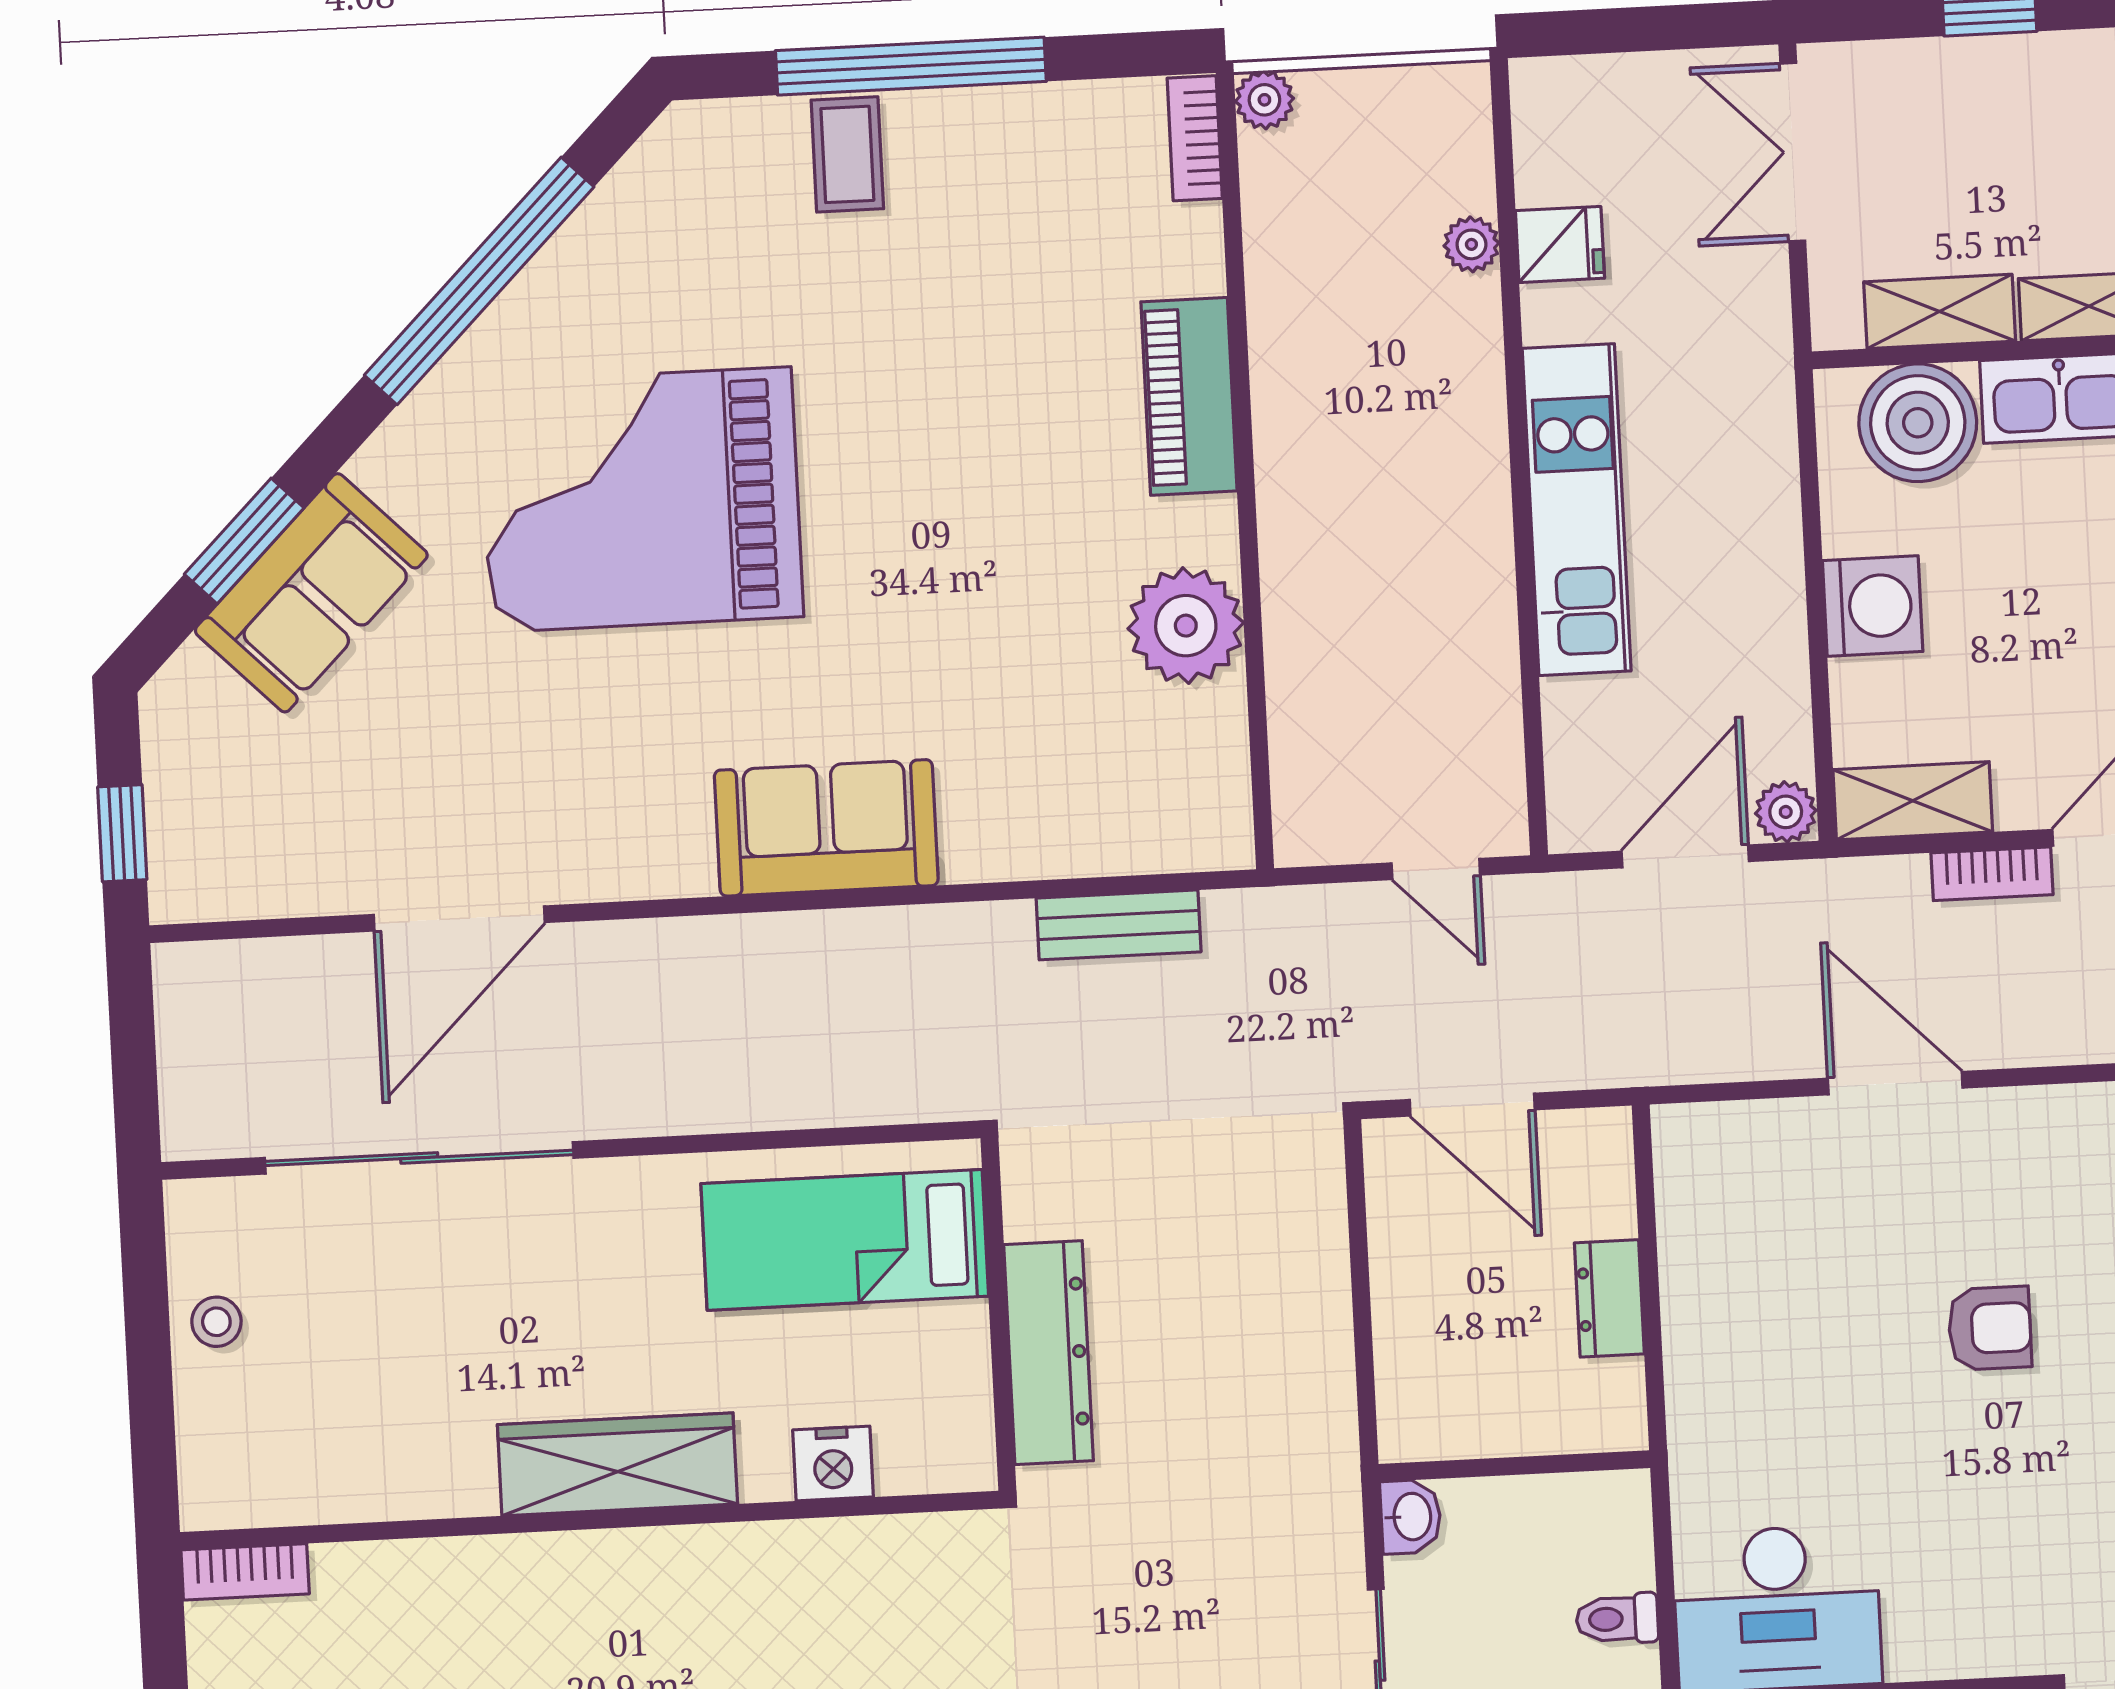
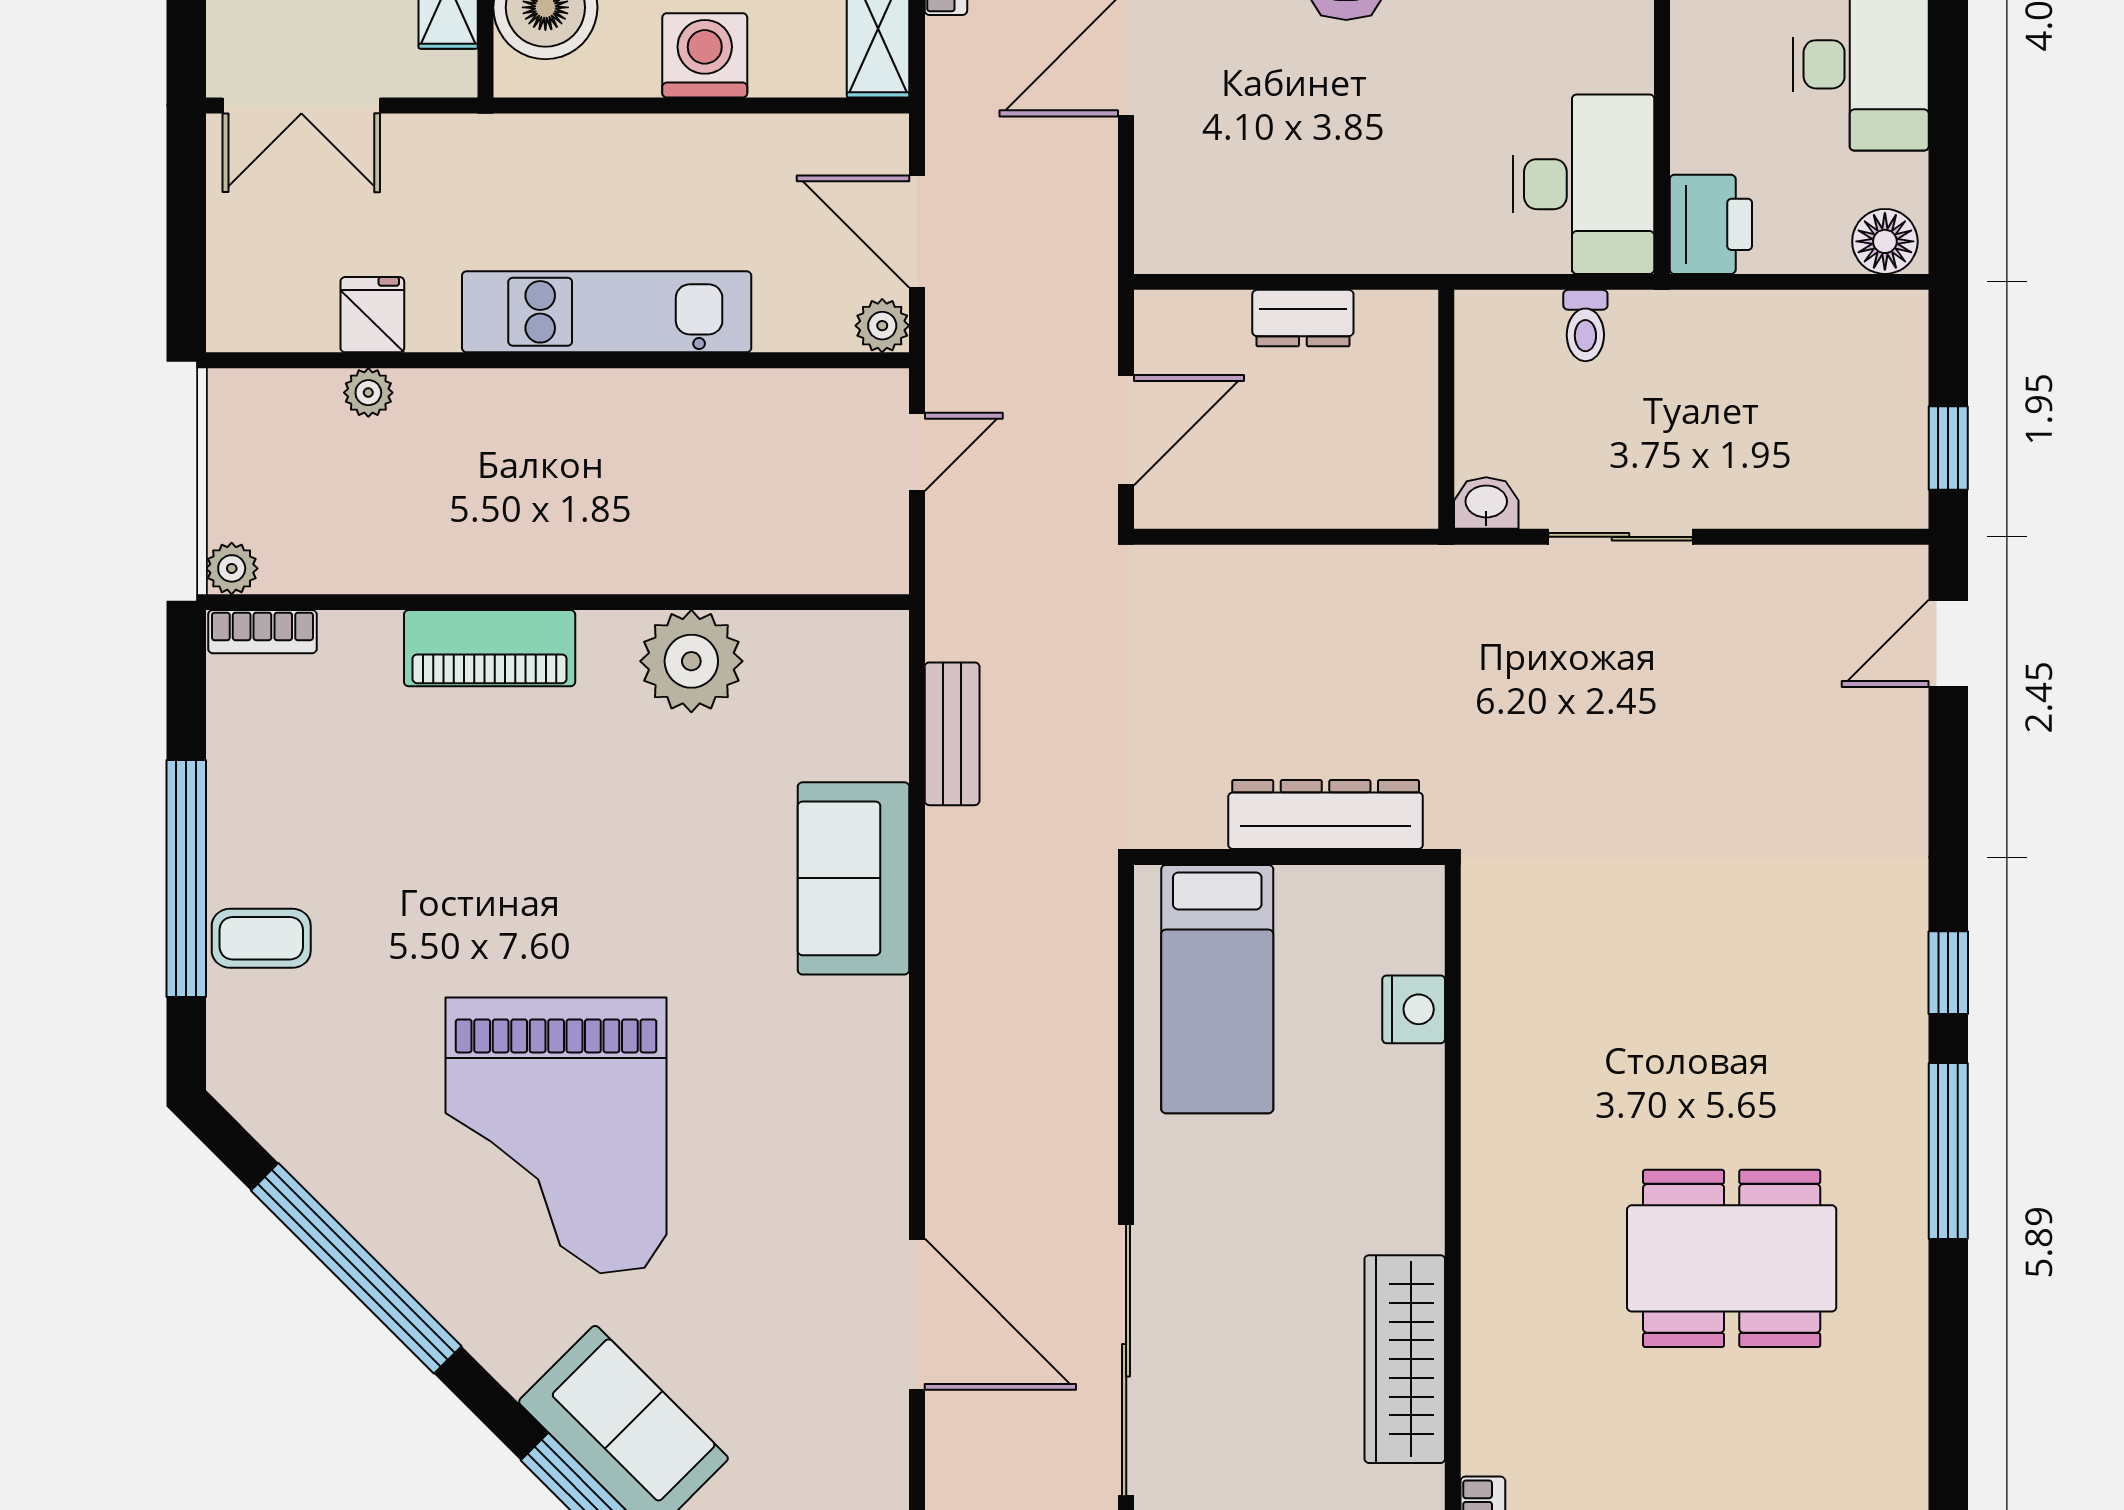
plant: (1786, 812) -> (882, 326), moved
sofa: (826, 828) -> (853, 878), moved
wardrobe: (617, 1464) -> (1405, 1359), moved

